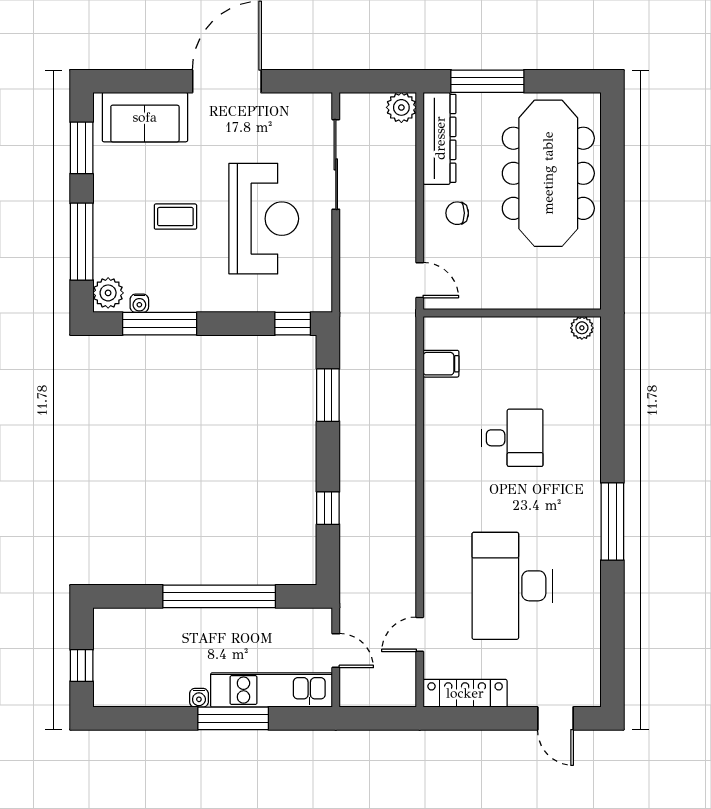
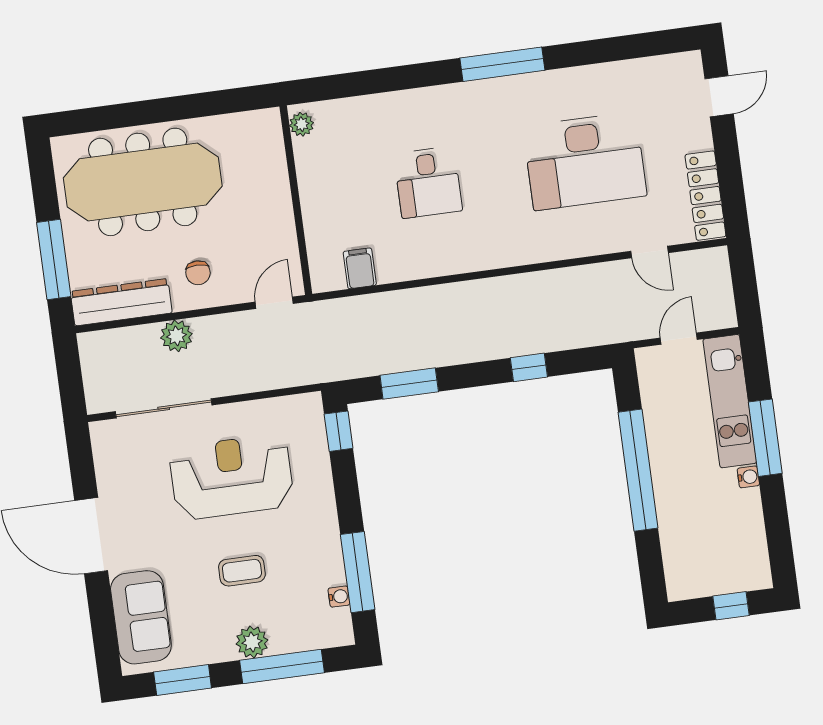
plant: (401, 107) -> (176, 336), moved
coffee table: (175, 217) -> (242, 571), turned 90
plant: (108, 293) -> (252, 642), moved
desk: (512, 438) -> (428, 182), turned 180

